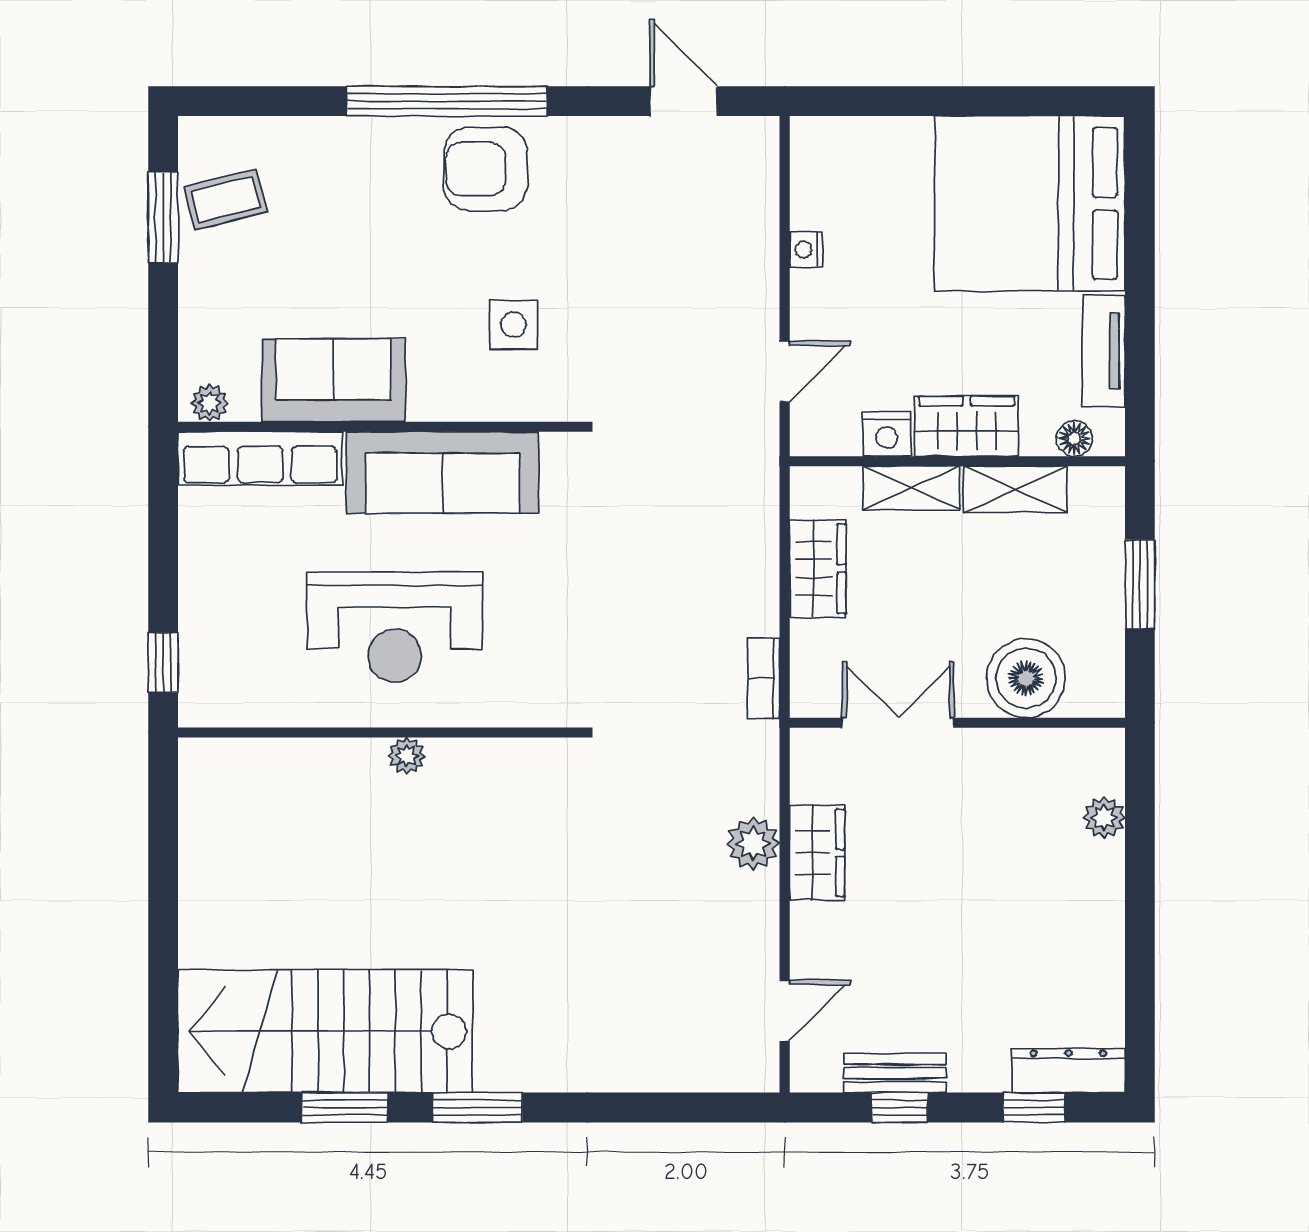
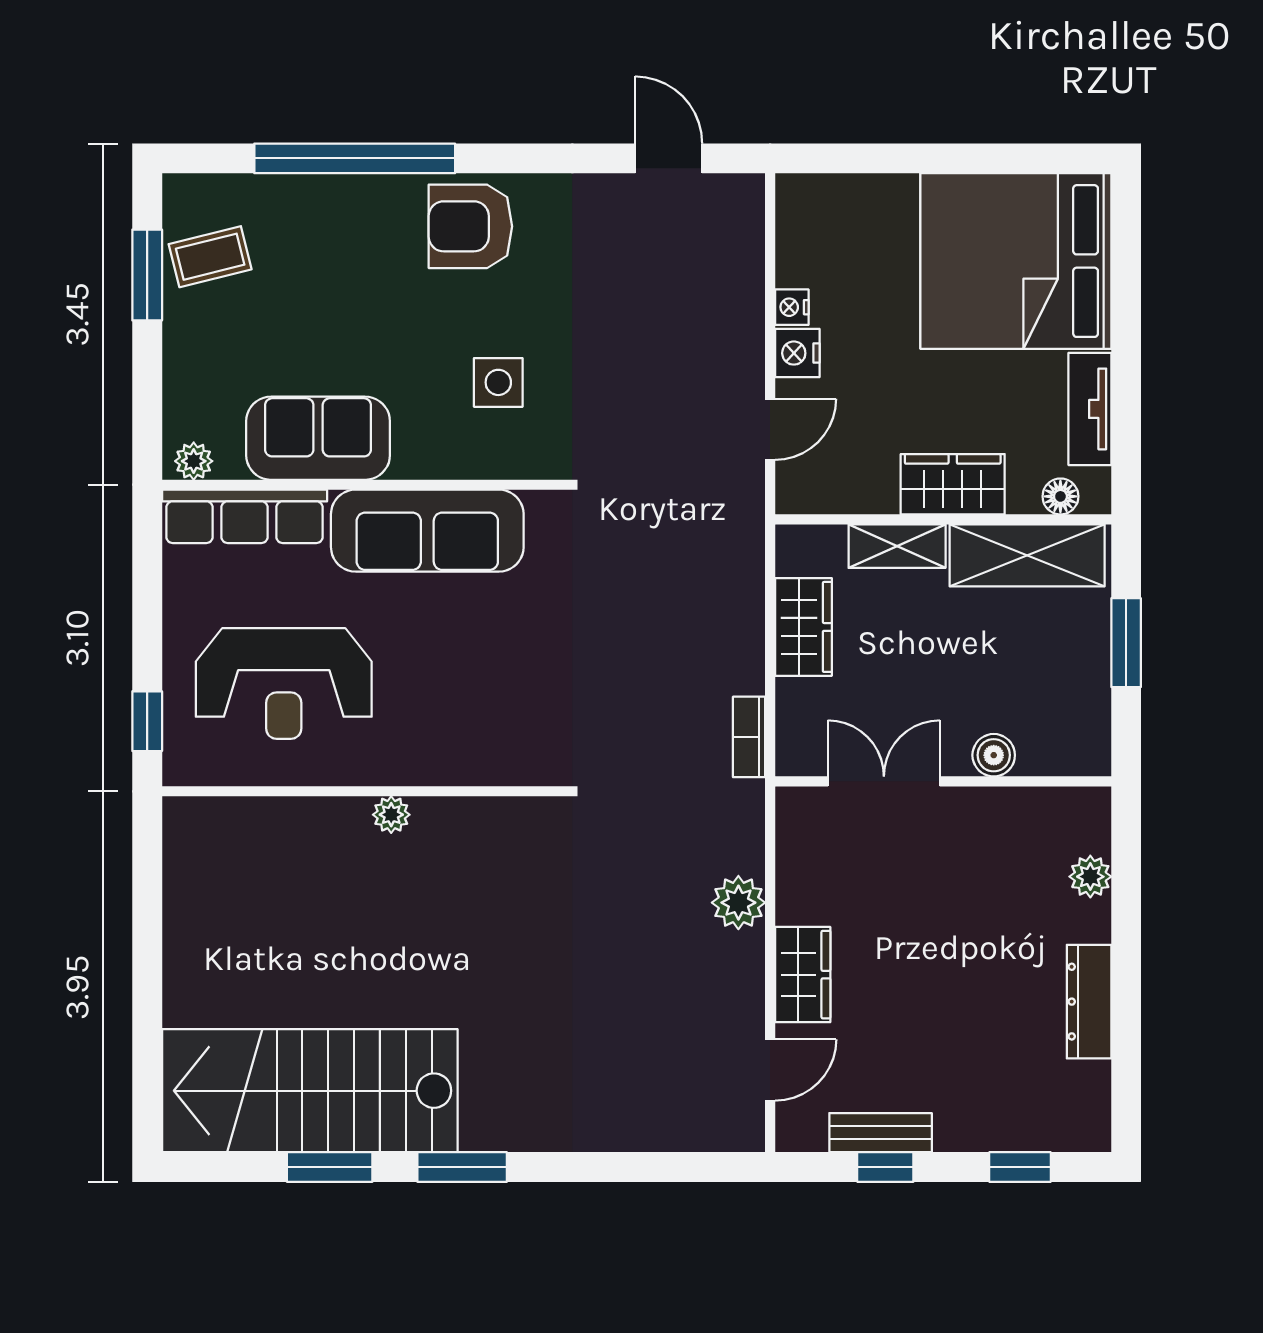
window: (447, 101) -> (355, 158), moved
nightstand: (887, 434) -> (797, 353), moved, turned 90
shelving: (1015, 489) -> (1027, 555), width x1.50, depth x1.33
reception desk: (395, 627) -> (284, 684), moved
boiler: (1026, 678) -> (994, 755), width x0.54, depth x0.54
wardrobe: (817, 853) -> (803, 975), moved
dresser: (1068, 1070) -> (1089, 1002), moved, turned -90

